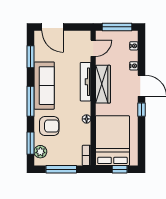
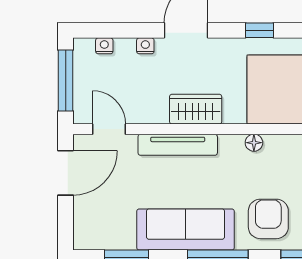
door: (53, 27) -> (66, 173), moved
wardrobe: (103, 84) -> (196, 109), width x0.67
window: (141, 110) -> (260, 30), moved

